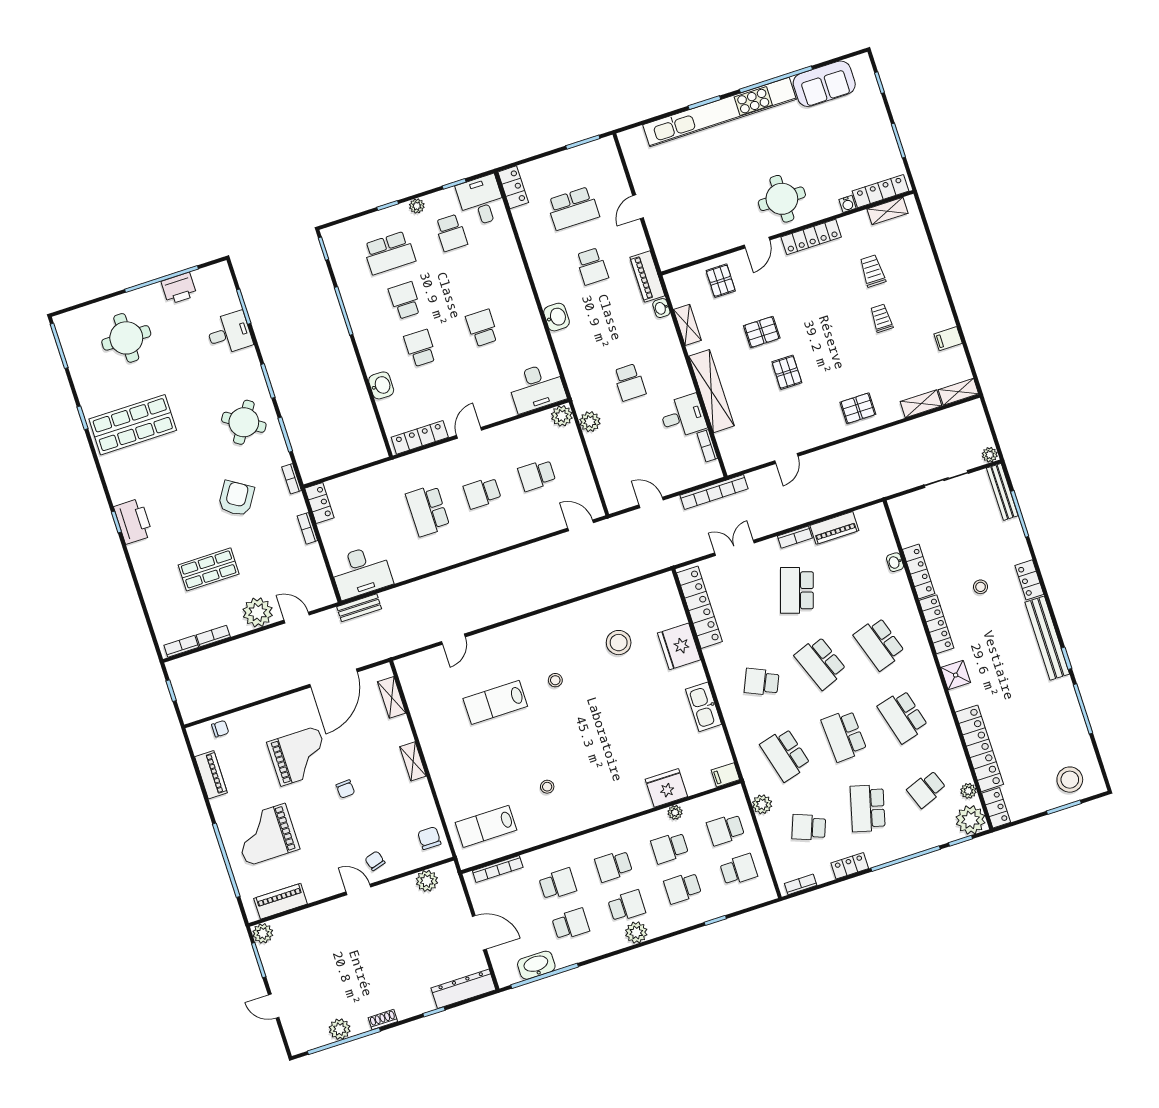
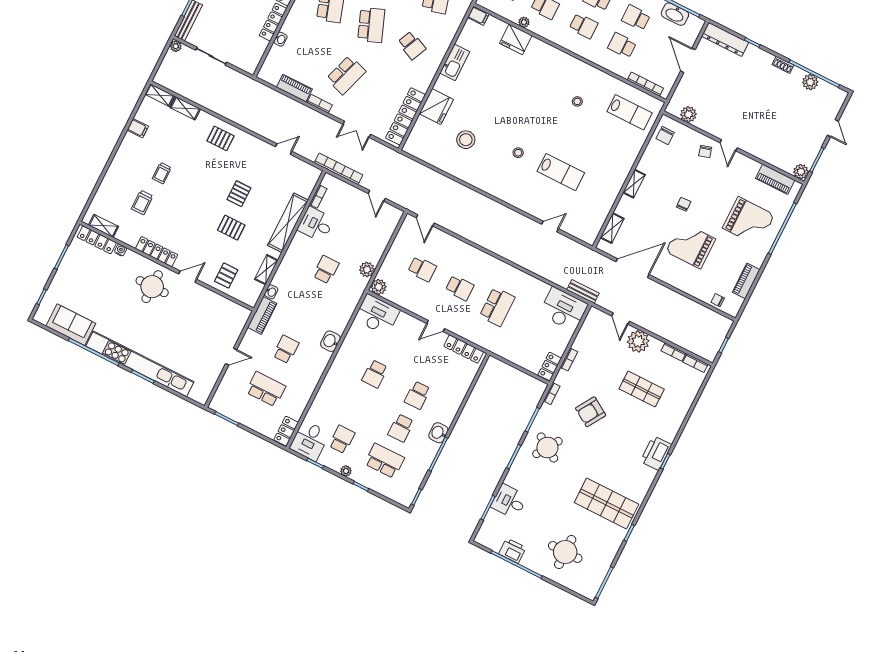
washbasin: (381, 385) -> (438, 433), moved

